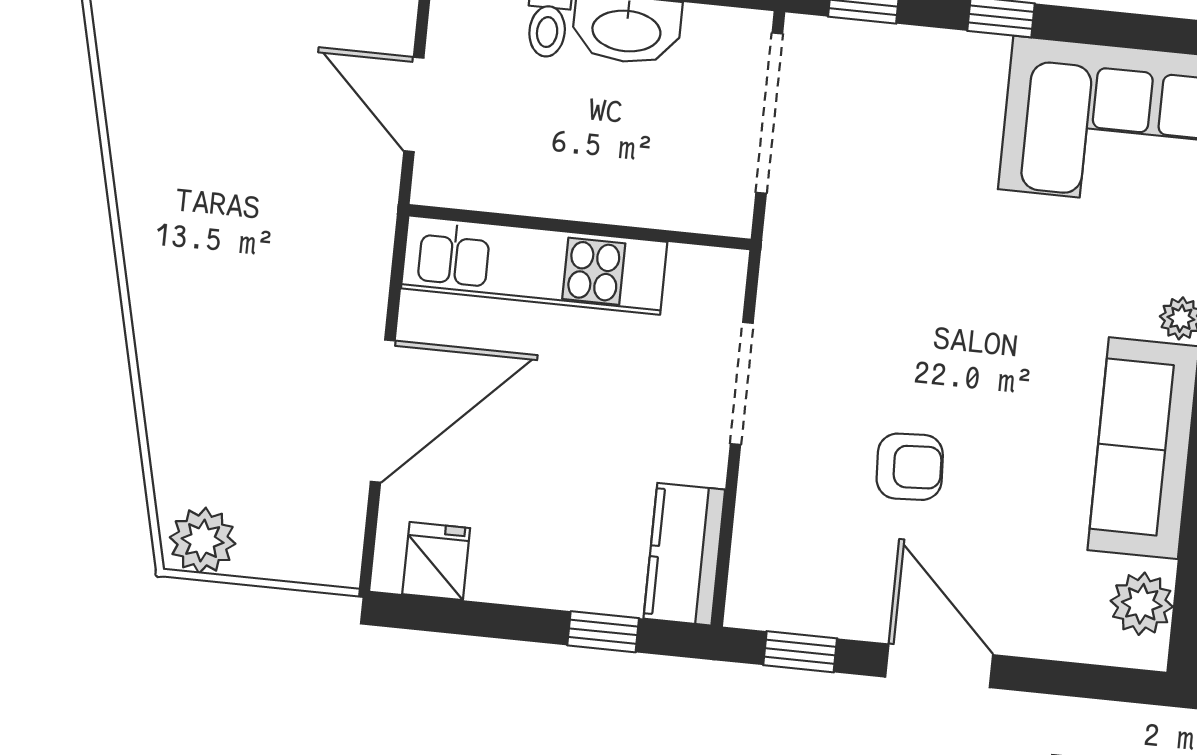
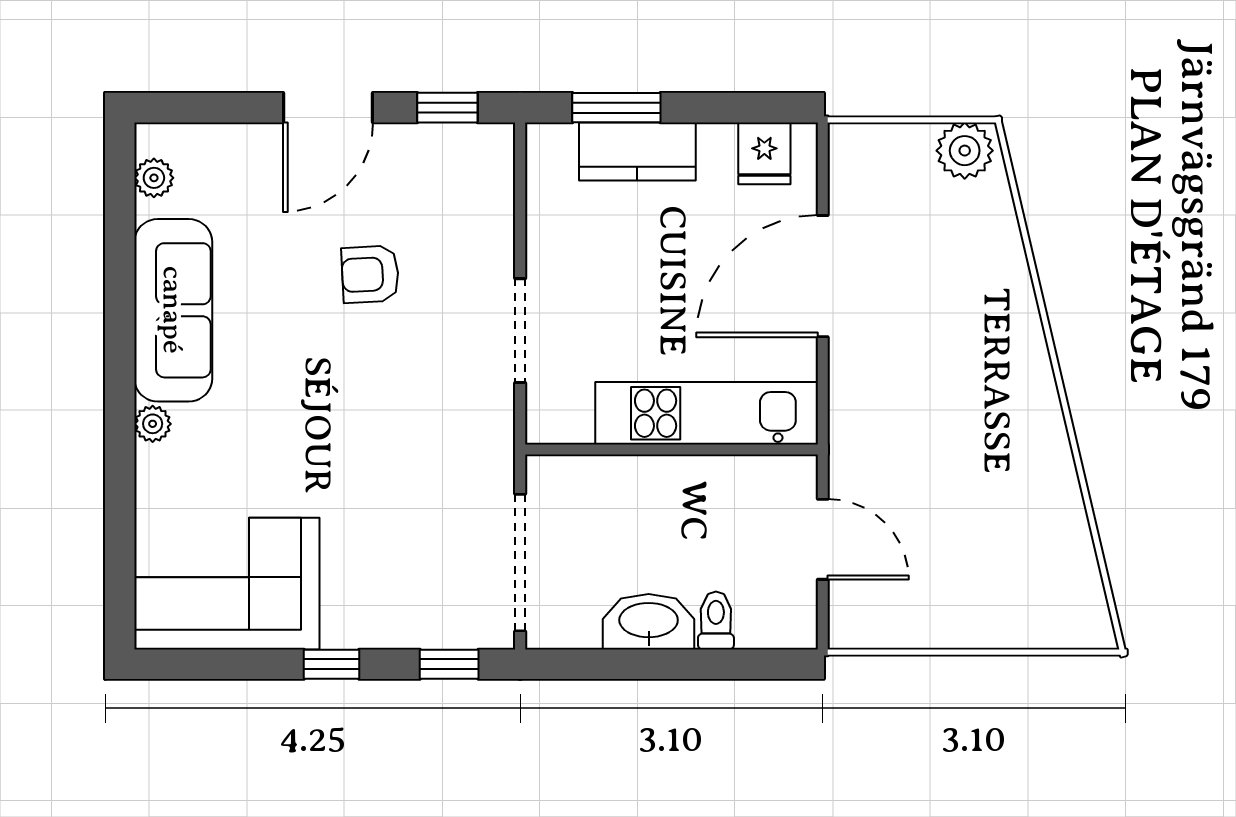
kitchen counter: (684, 554) -> (637, 151), moved, turned 90
plant: (1142, 604) -> (154, 178), width x0.73, depth x0.73
window: (603, 632) -> (616, 108), width x1.50
door: (939, 666) -> (328, 108), hinge flipped

